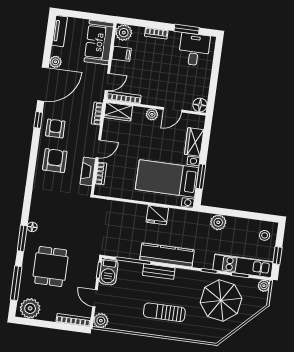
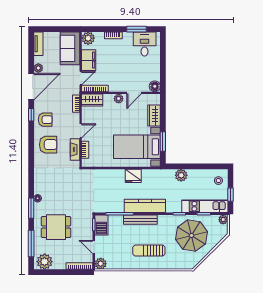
filing cabinet: (122, 54) -> (89, 60), width x2.00
armchair: (55, 128) -> (45, 120), turned 90
armchair: (55, 161) -> (48, 145), turned 90
dining table: (51, 267) -> (56, 227), turned 90
bench: (159, 272) -> (140, 220), width x1.36

